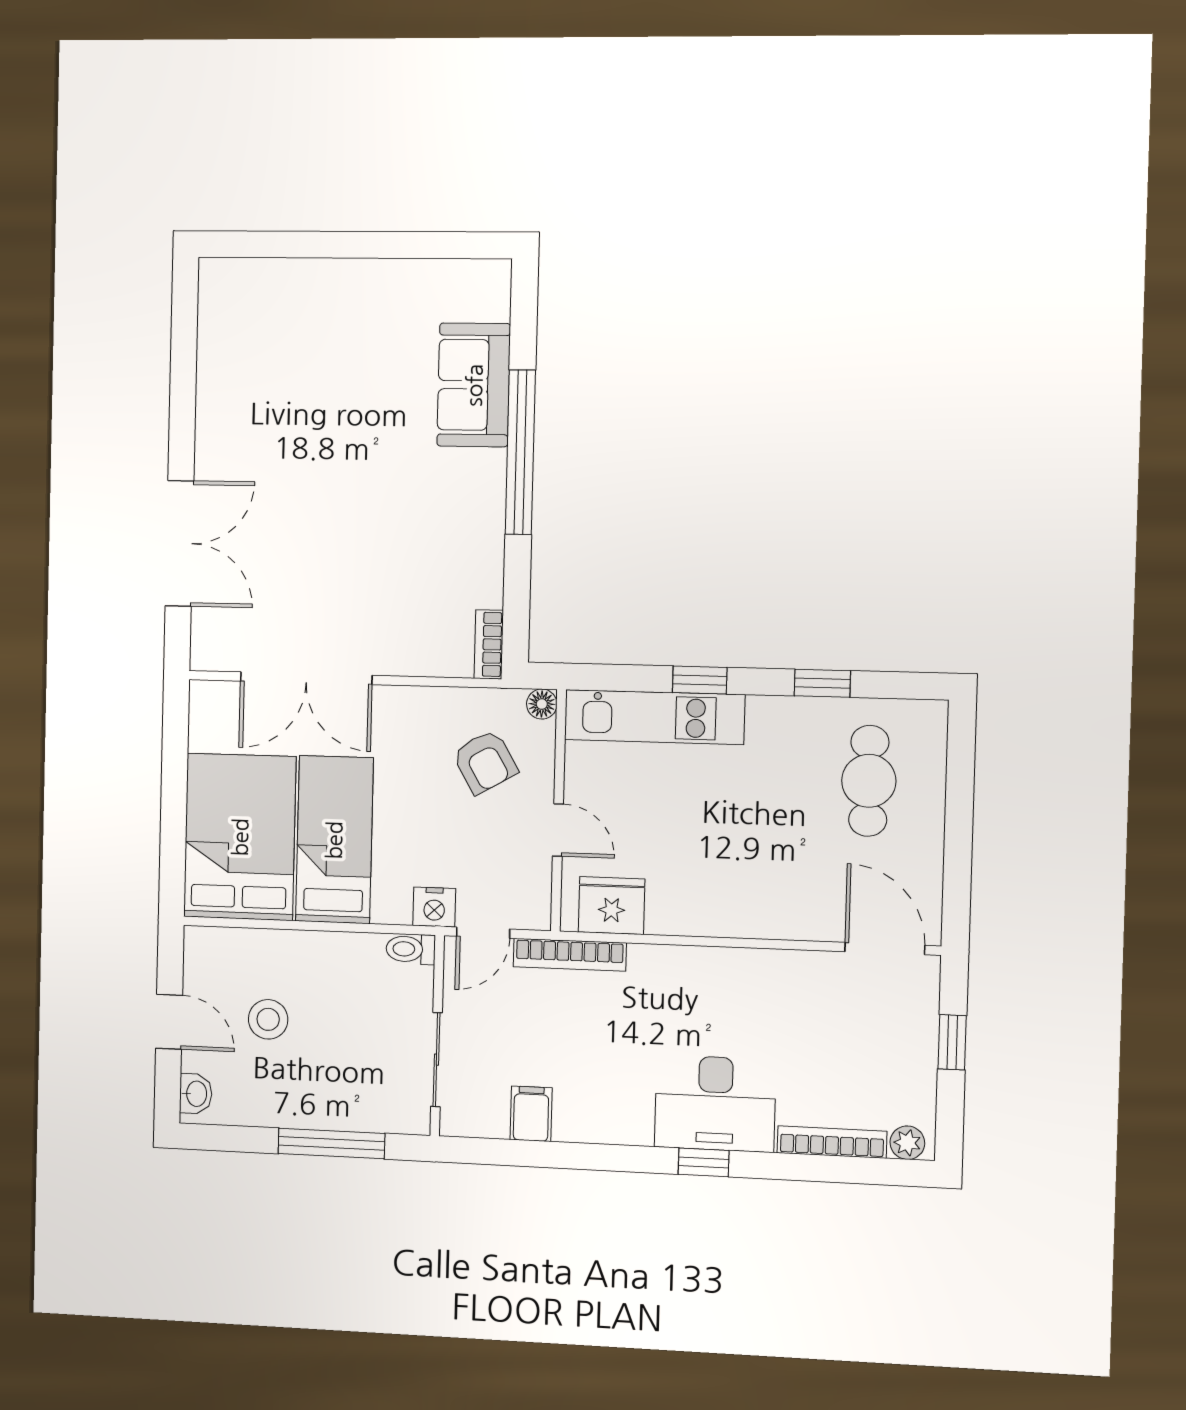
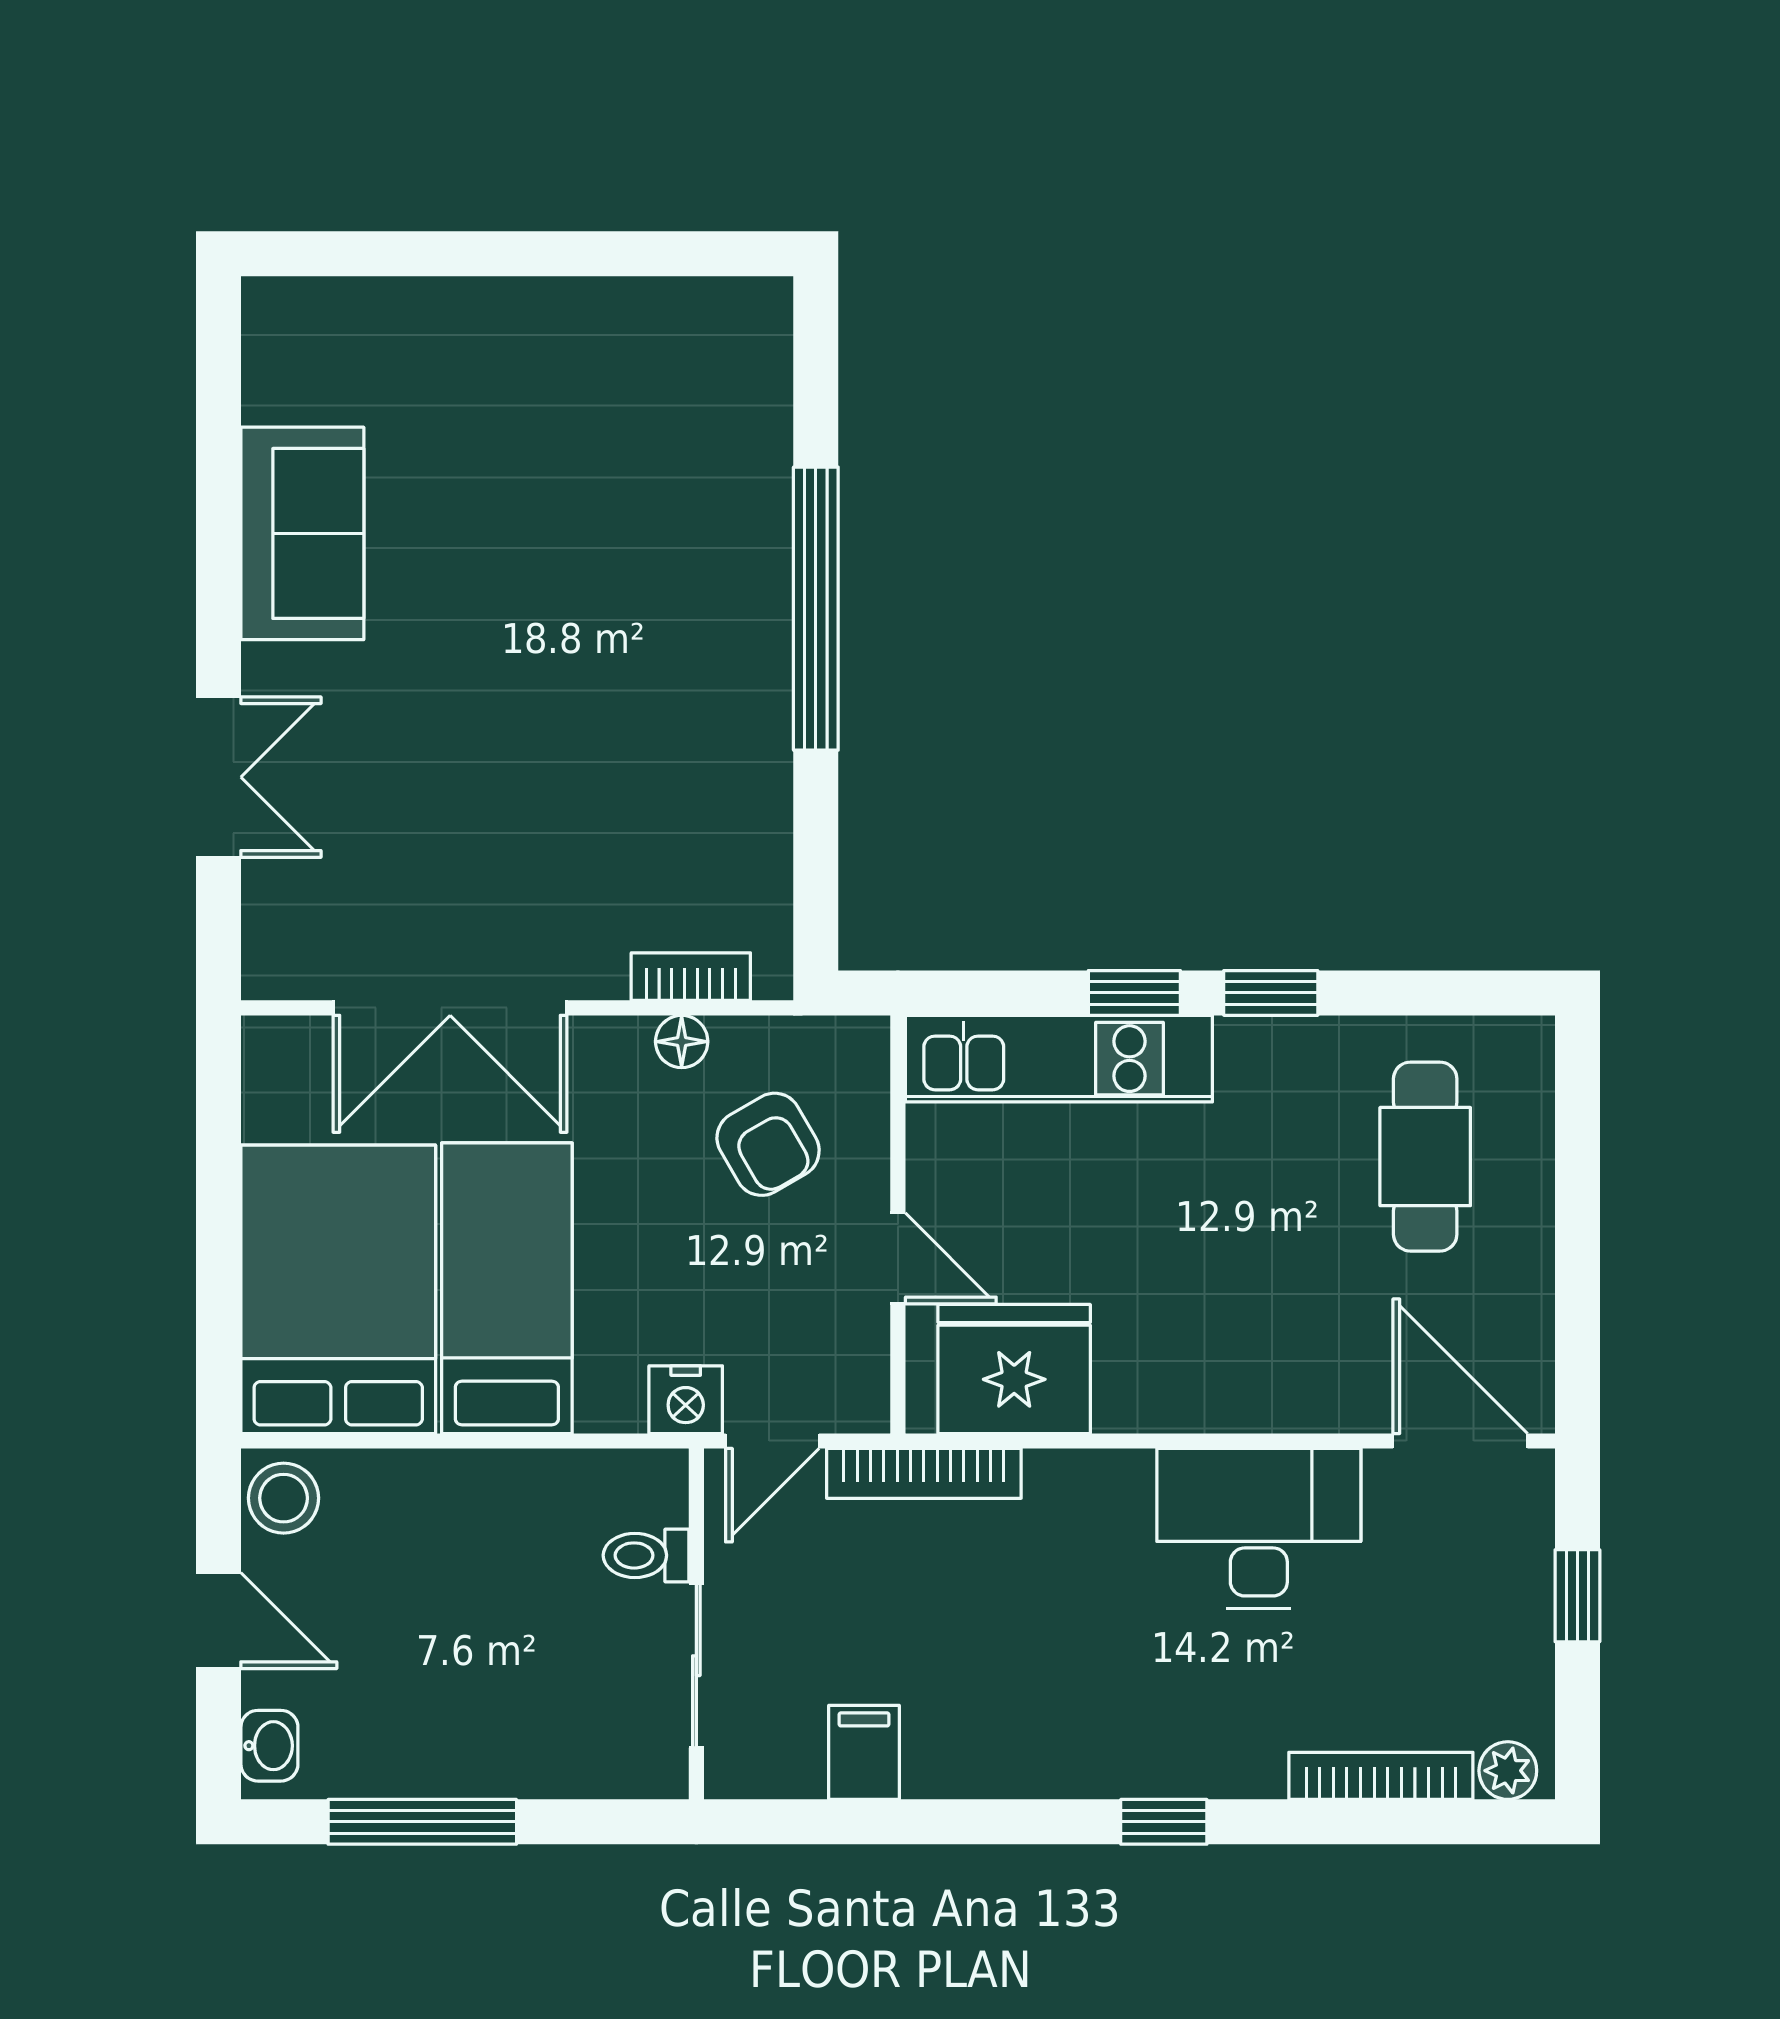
sofa: (474, 385) -> (302, 533), moved, turned 180
double door: (179, 543) -> (218, 777), width x0.73
bookcase: (489, 644) -> (691, 977), moved, turned 90
window: (822, 683) -> (1271, 993), moved
floor lamp: (542, 704) -> (682, 1042), moved
fridge: (612, 905) -> (1014, 1369), width x1.36, depth x1.34
toilet: (411, 949) -> (646, 1555), moved
stool: (268, 1019) -> (284, 1498), moved
desk: (715, 1104) -> (1259, 1529), moved, turned 180
window: (331, 1144) -> (422, 1822), moved

